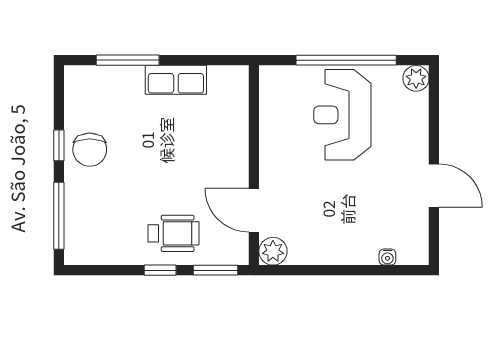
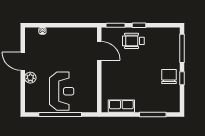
plant: (416, 78) -> (30, 78), moved
row of seats: (176, 80) -> (121, 106), moved
plant: (273, 251) -> (91, 33), removed

